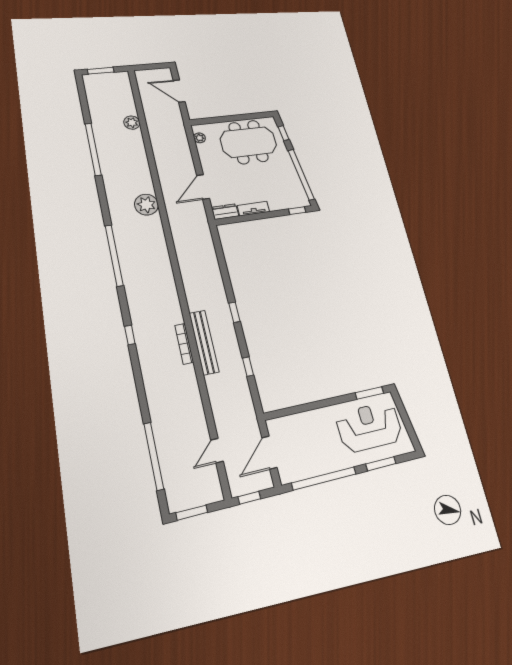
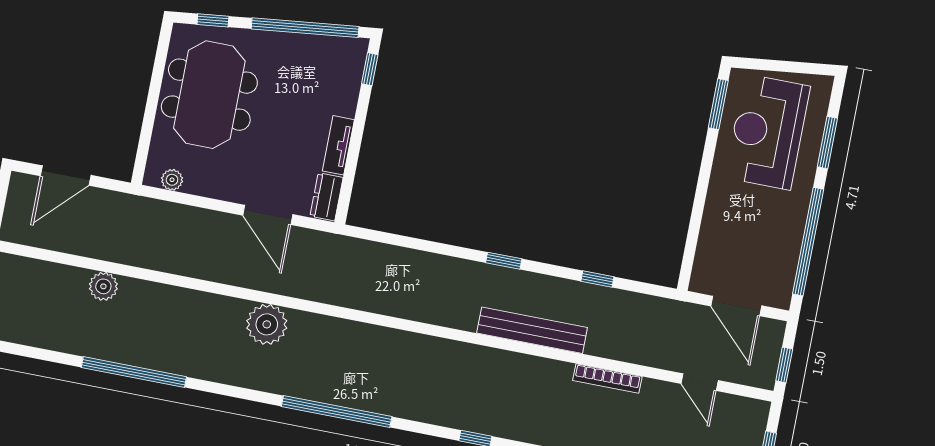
bookcase: (184, 344) -> (607, 378), moved

